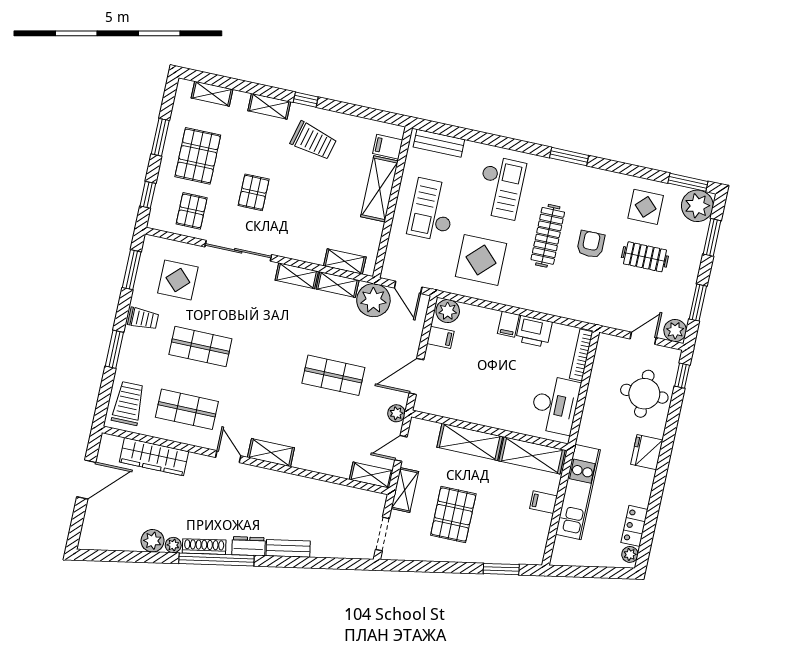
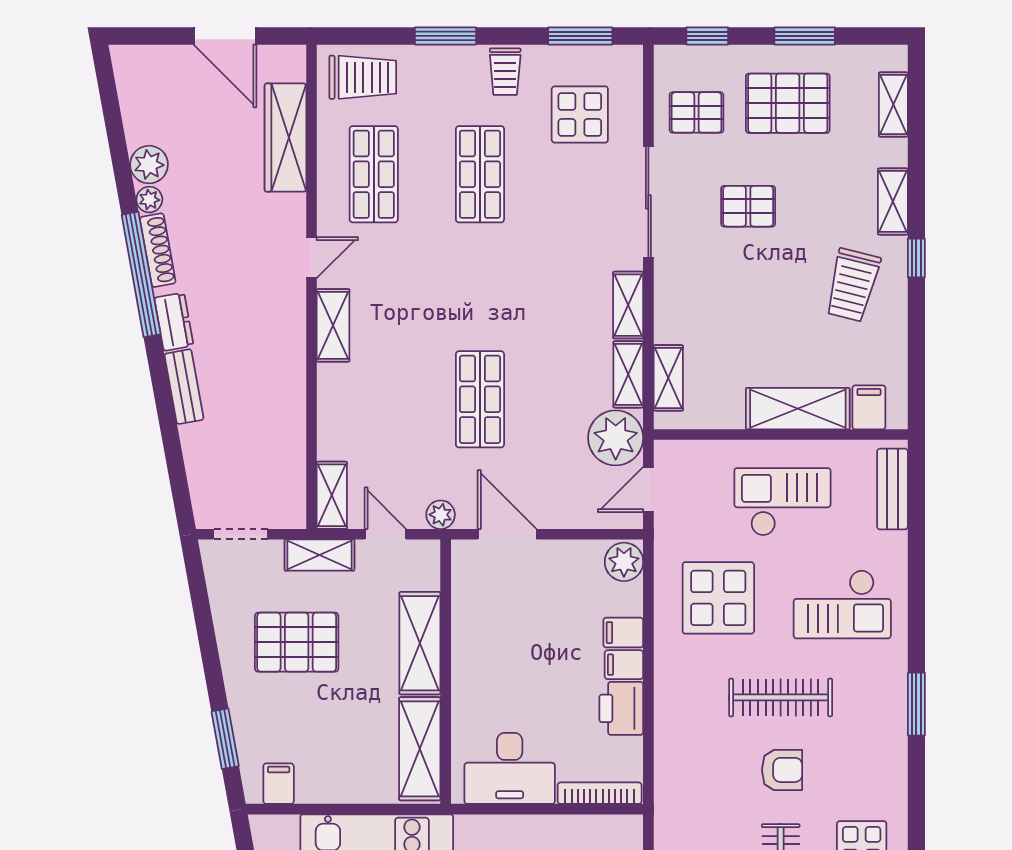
filing cabinet: (440, 337) -> (623, 633), moved, turned 90
filing cabinet: (543, 502) -> (279, 784), moved

